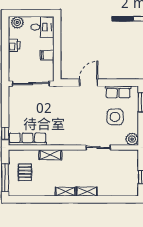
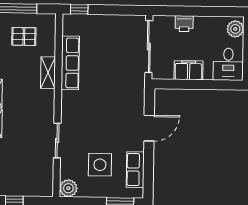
printer: (14, 45) -> (184, 24), moved
filing cabinet: (47, 55) -> (189, 70), width x2.00
door: (89, 83) -> (149, 128), hinge flipped
row of seats: (27, 139) -> (70, 63), moved

